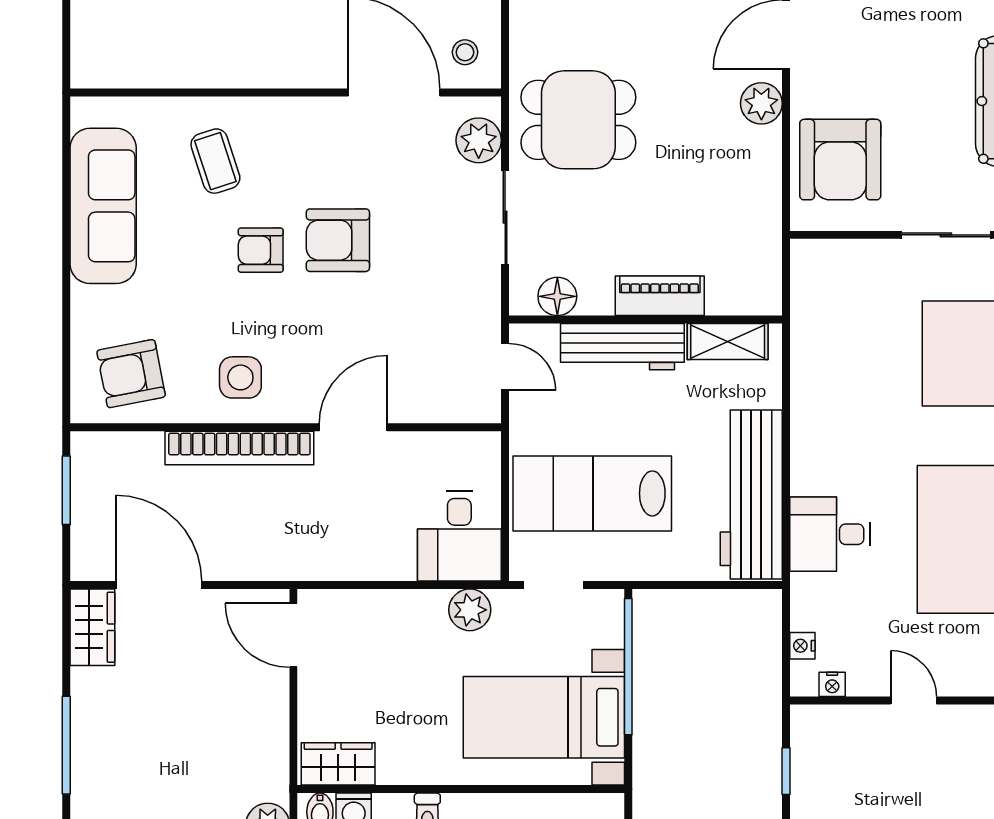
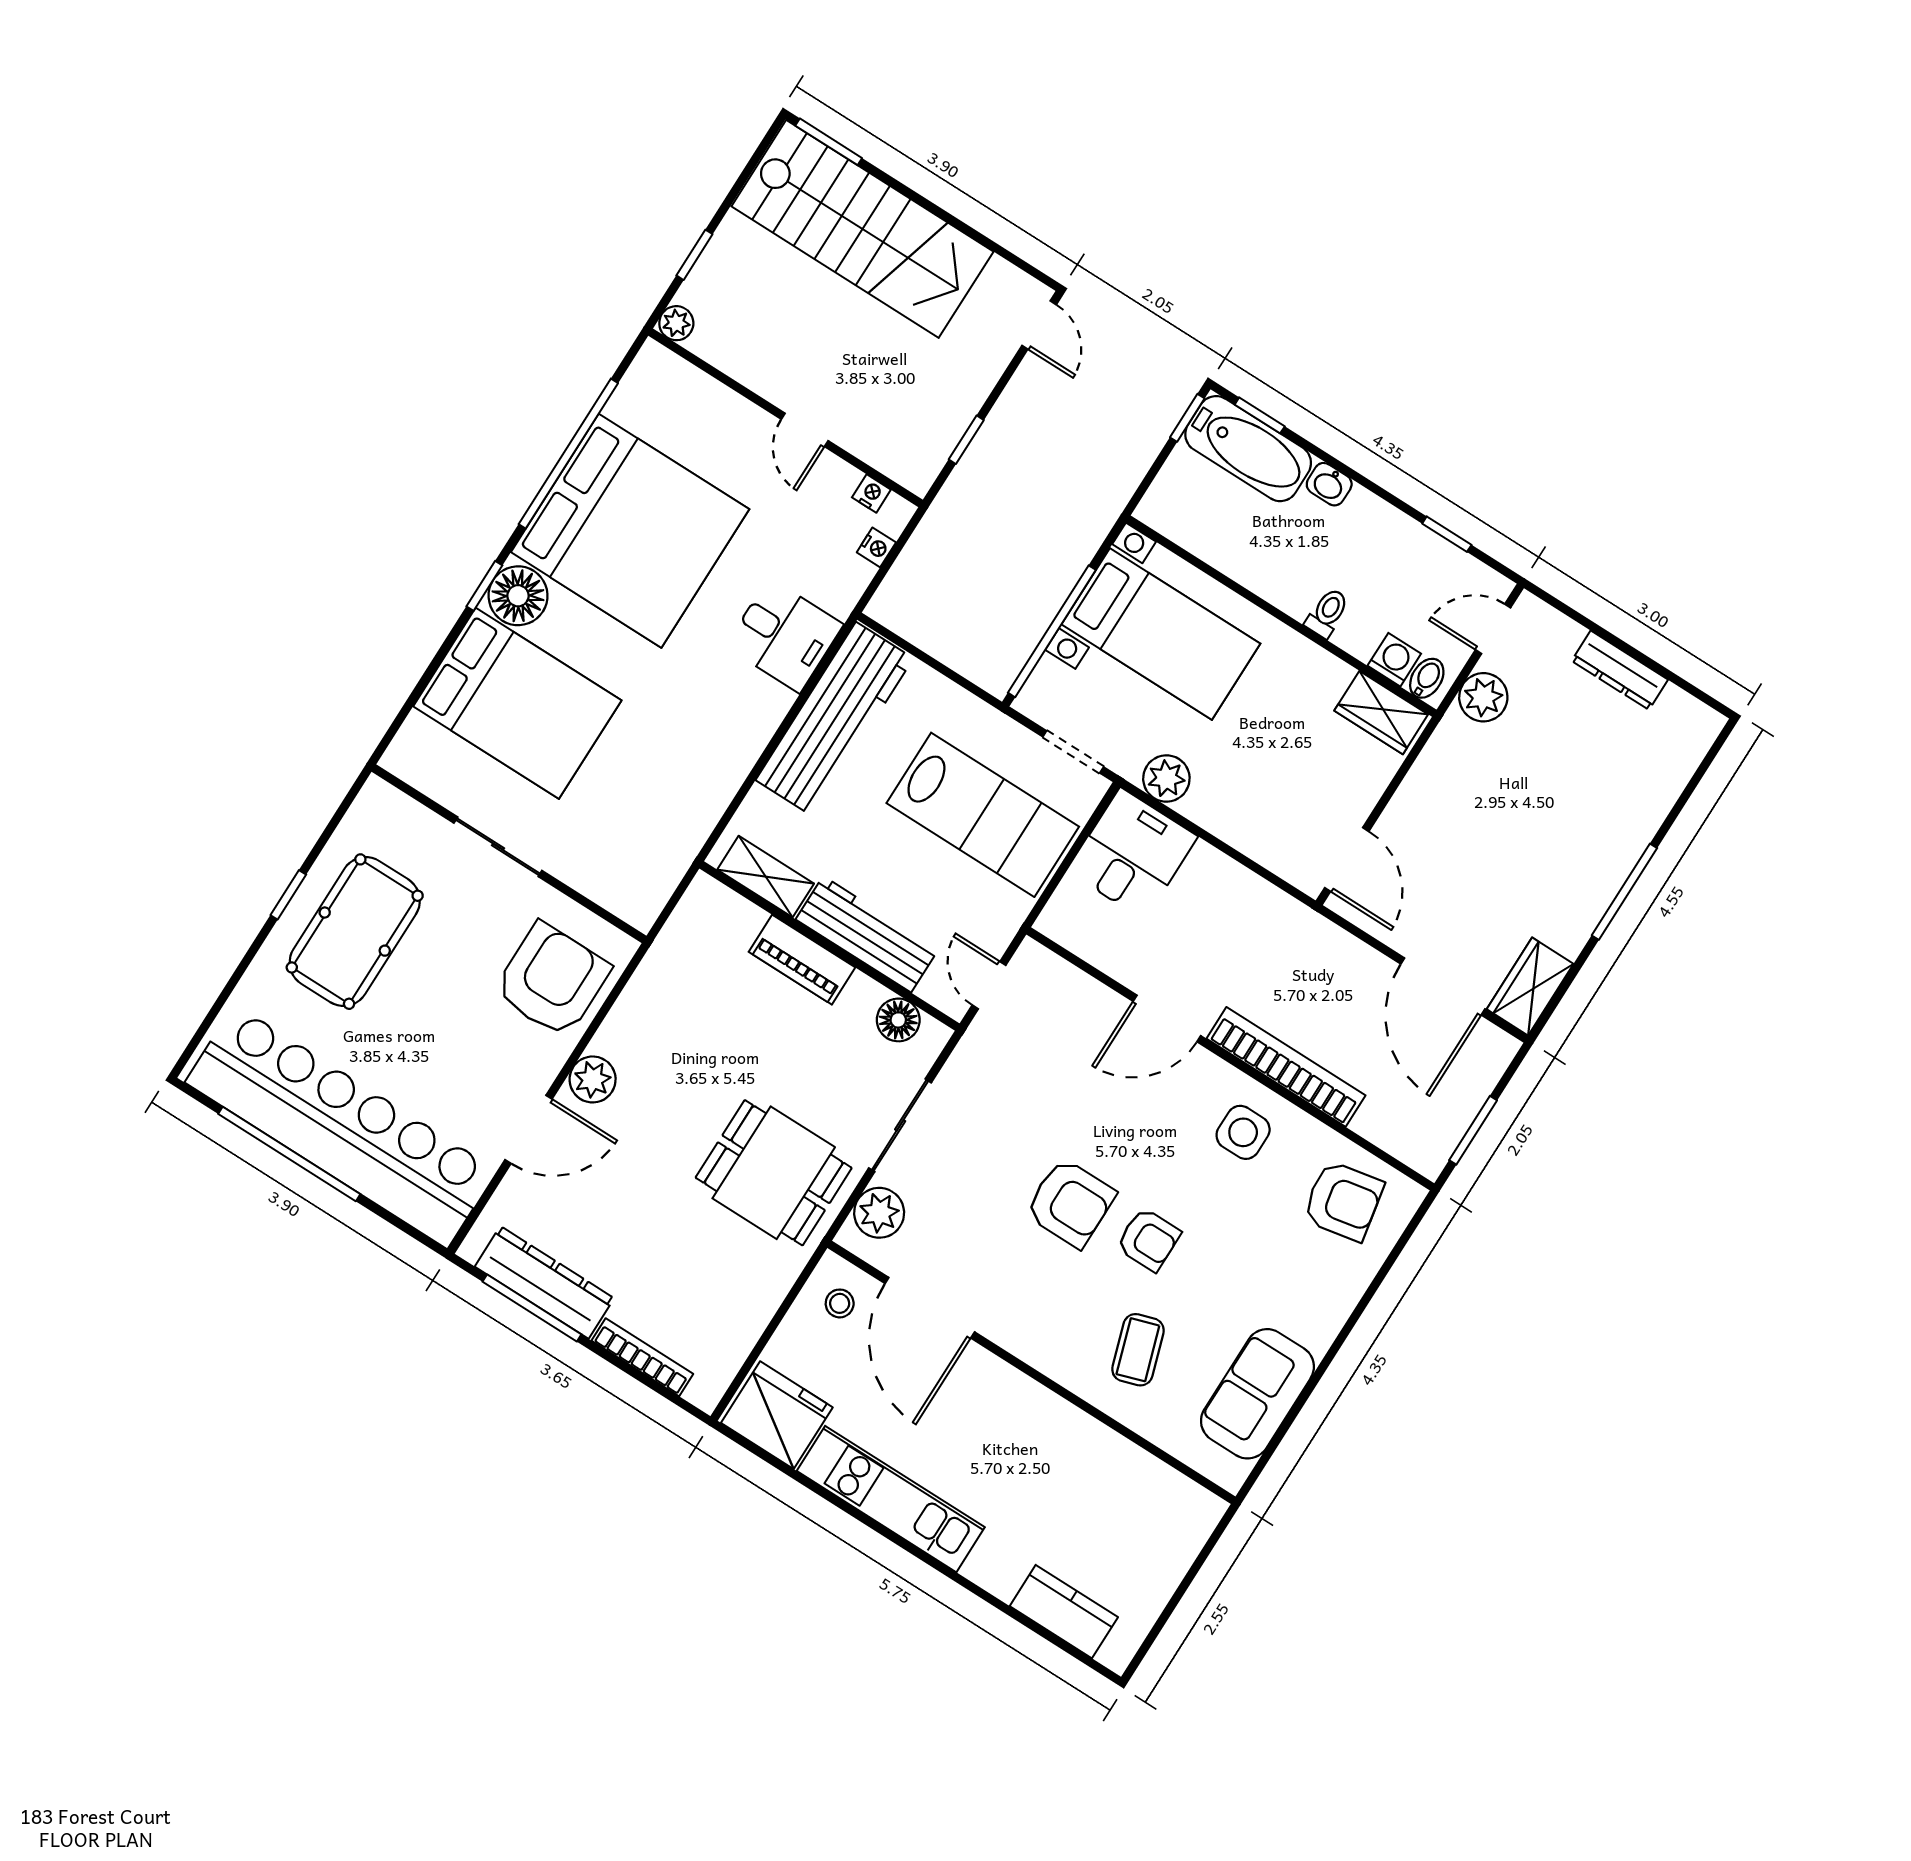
sofa: (103, 206) -> (1257, 1394), width x0.73

